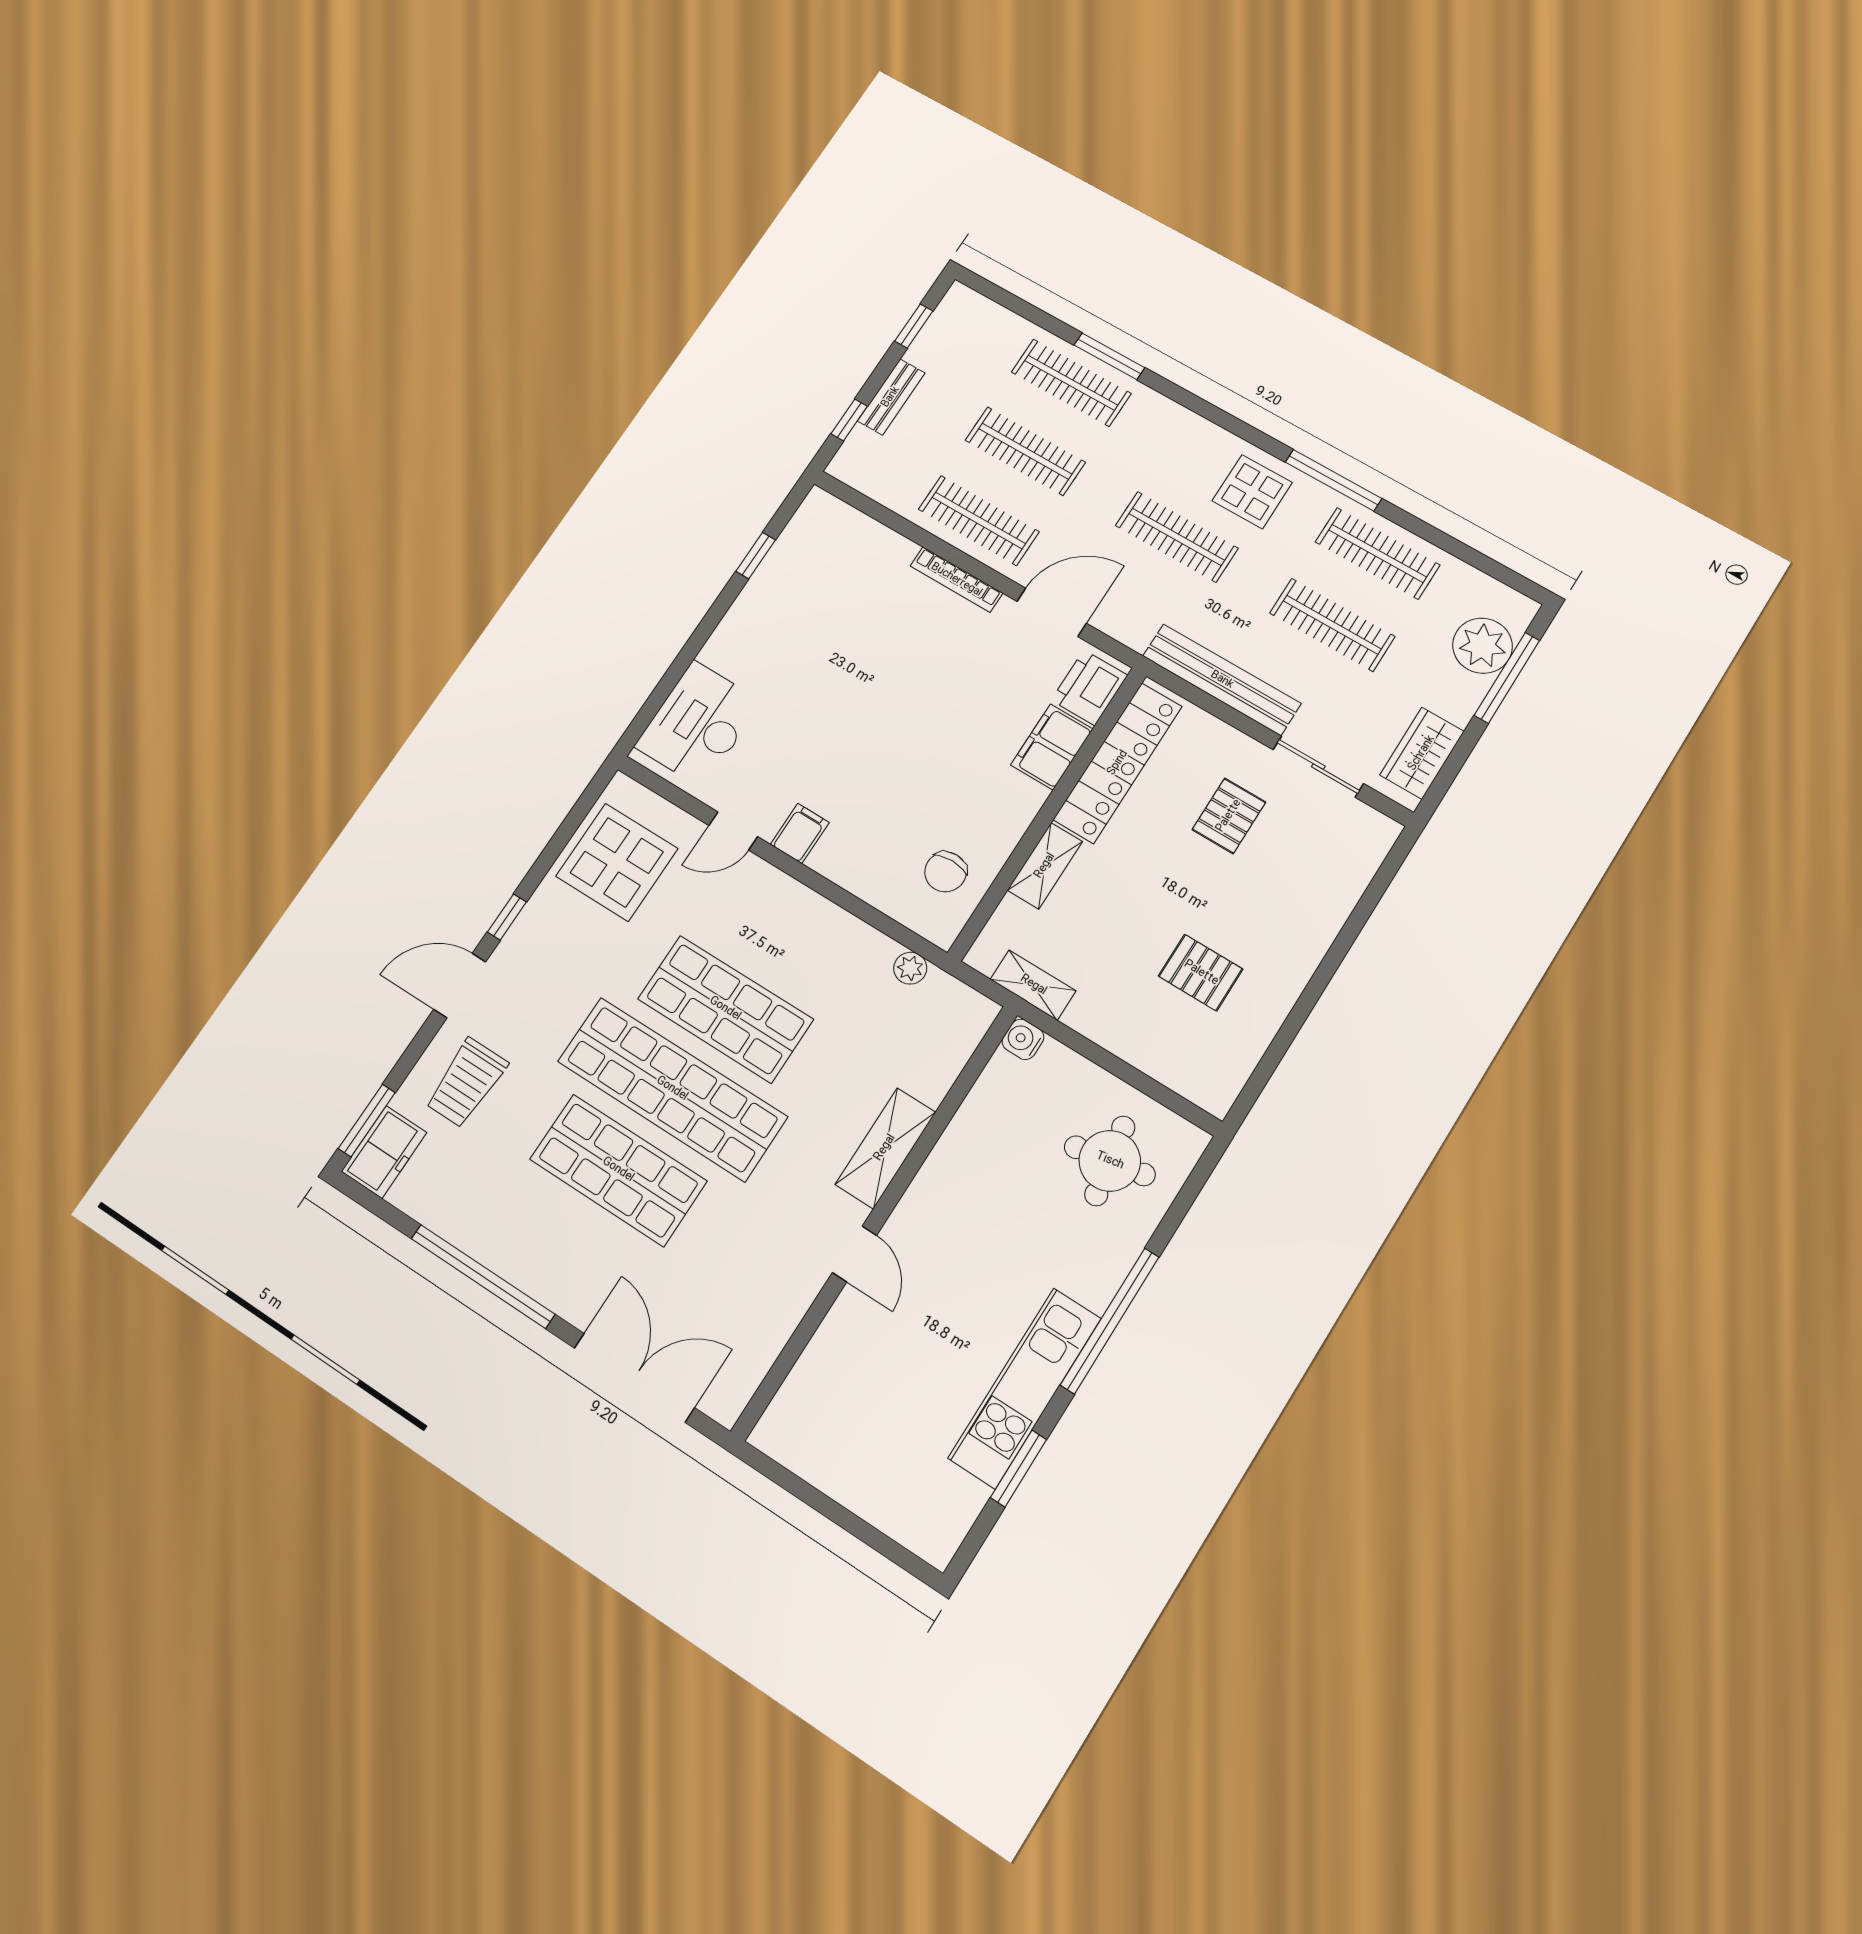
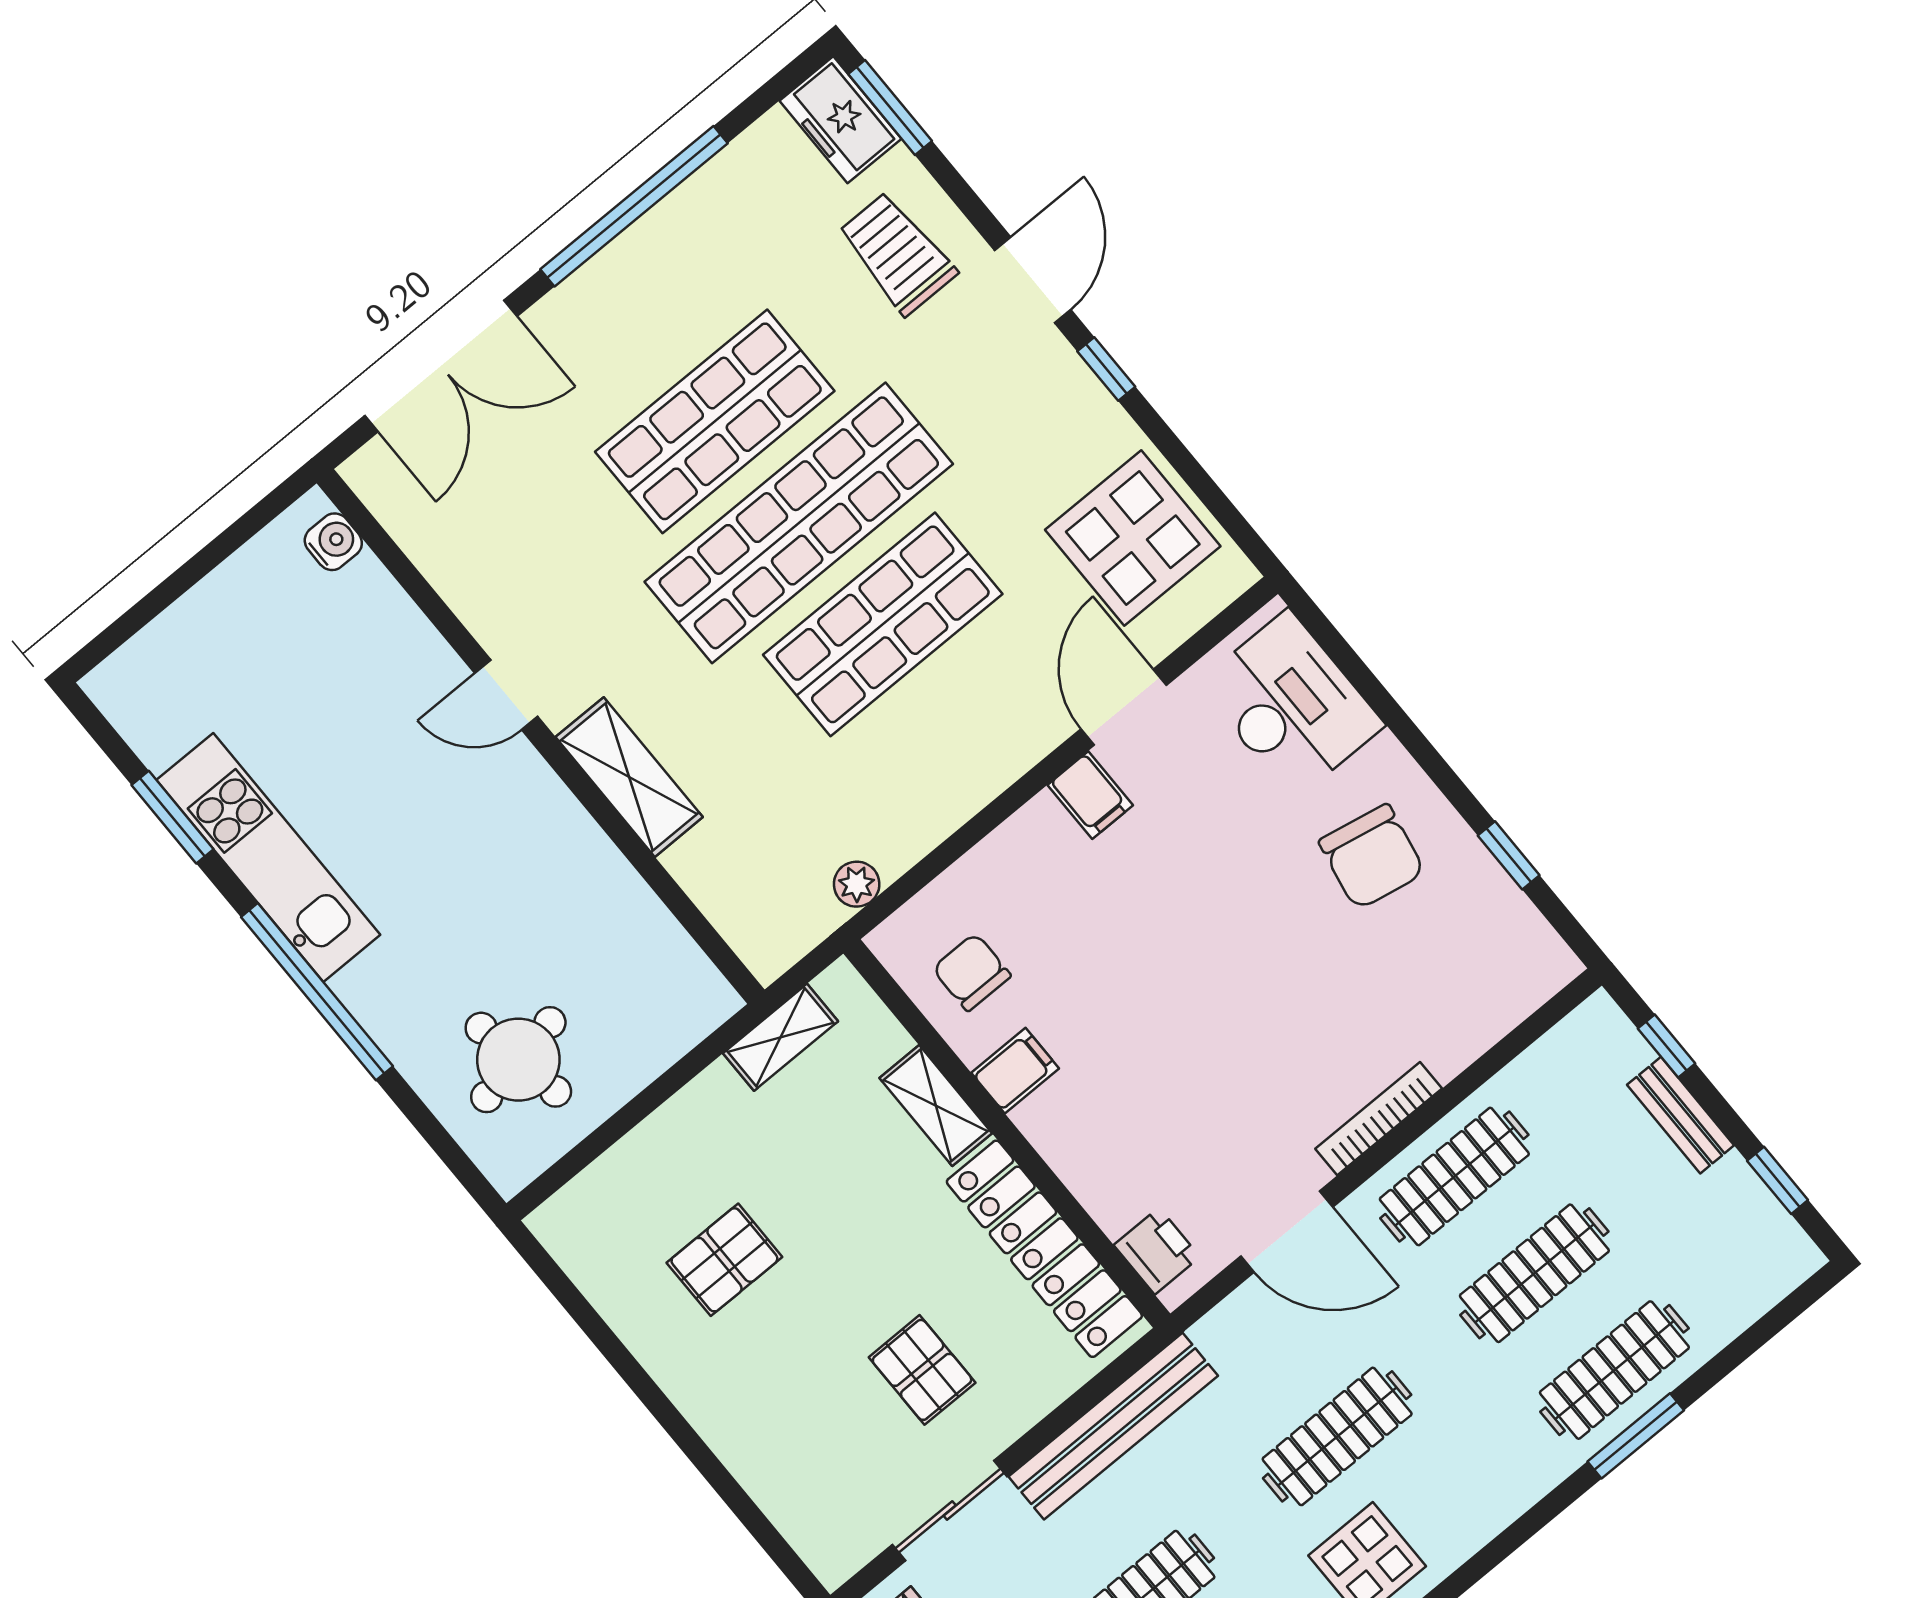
door: (1052, 612) -> (1287, 1232), hinge flipped
chair: (784, 640) -> (1372, 857), added
printer: (1089, 688) -> (1157, 1251), width x0.73, depth x0.81
filing cabinet: (1052, 747) -> (1015, 1071), moved, width x0.50
door: (733, 831) -> (1124, 707), width x1.38
water cooler: (1023, 1039) -> (333, 542), moved

